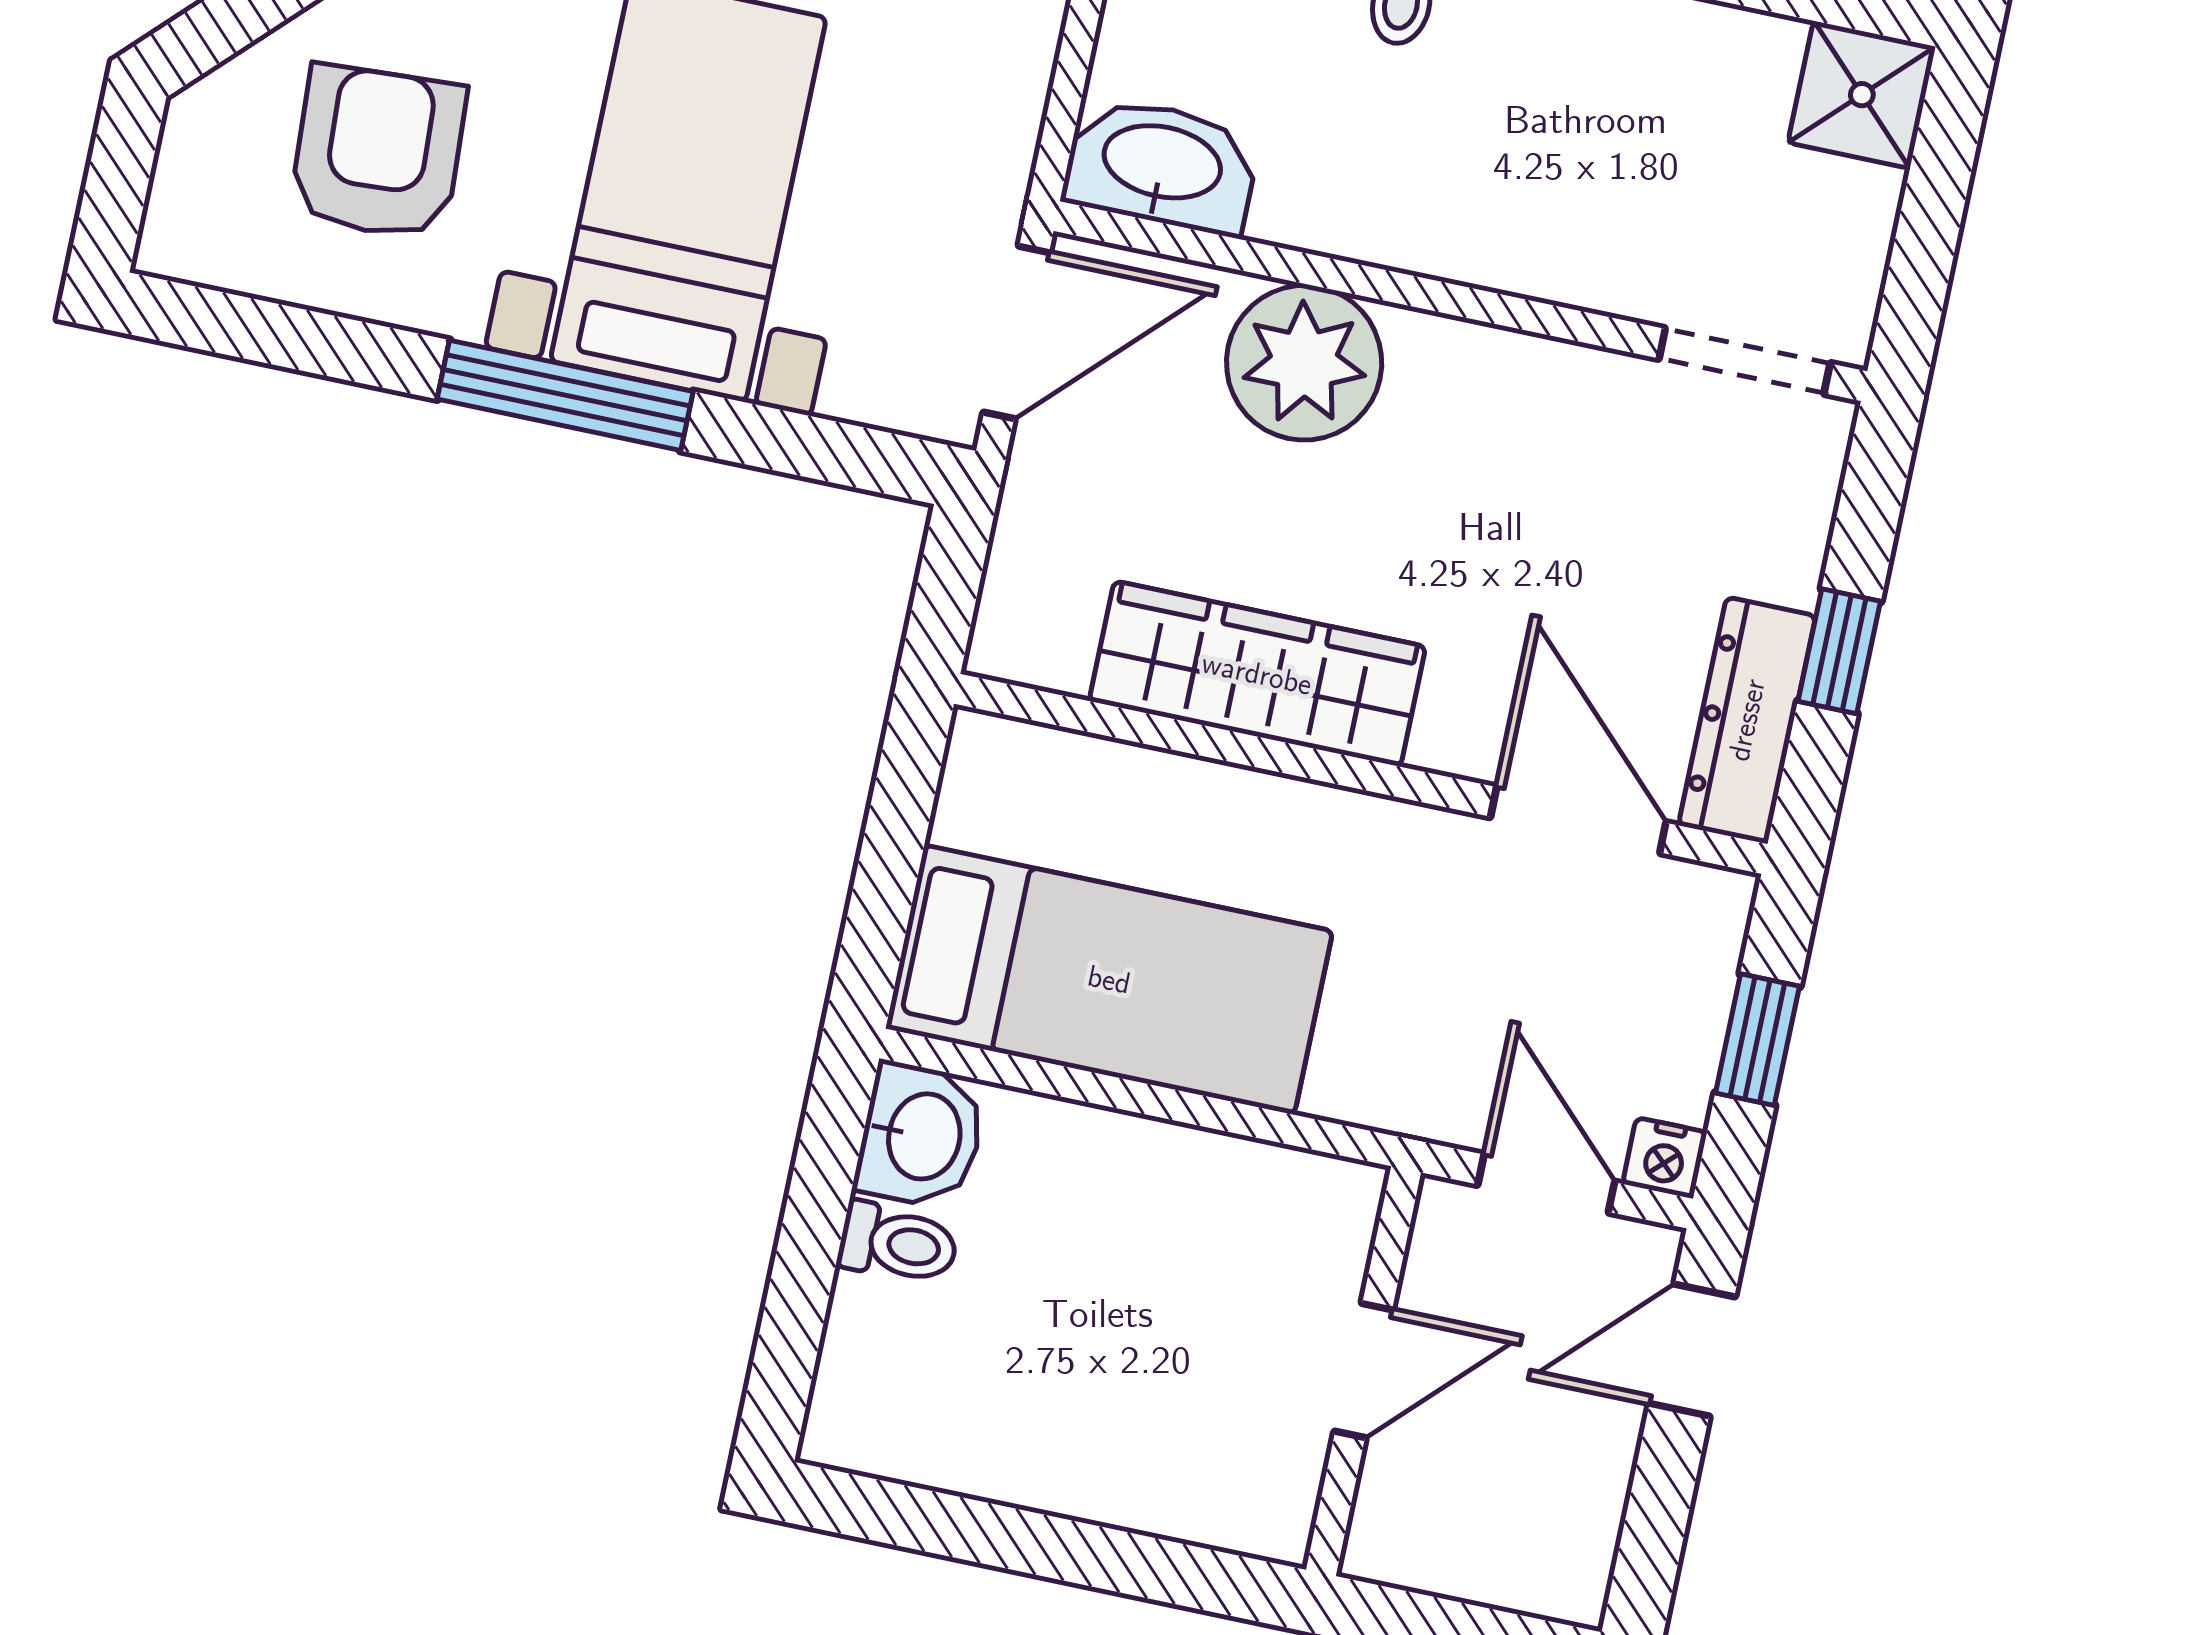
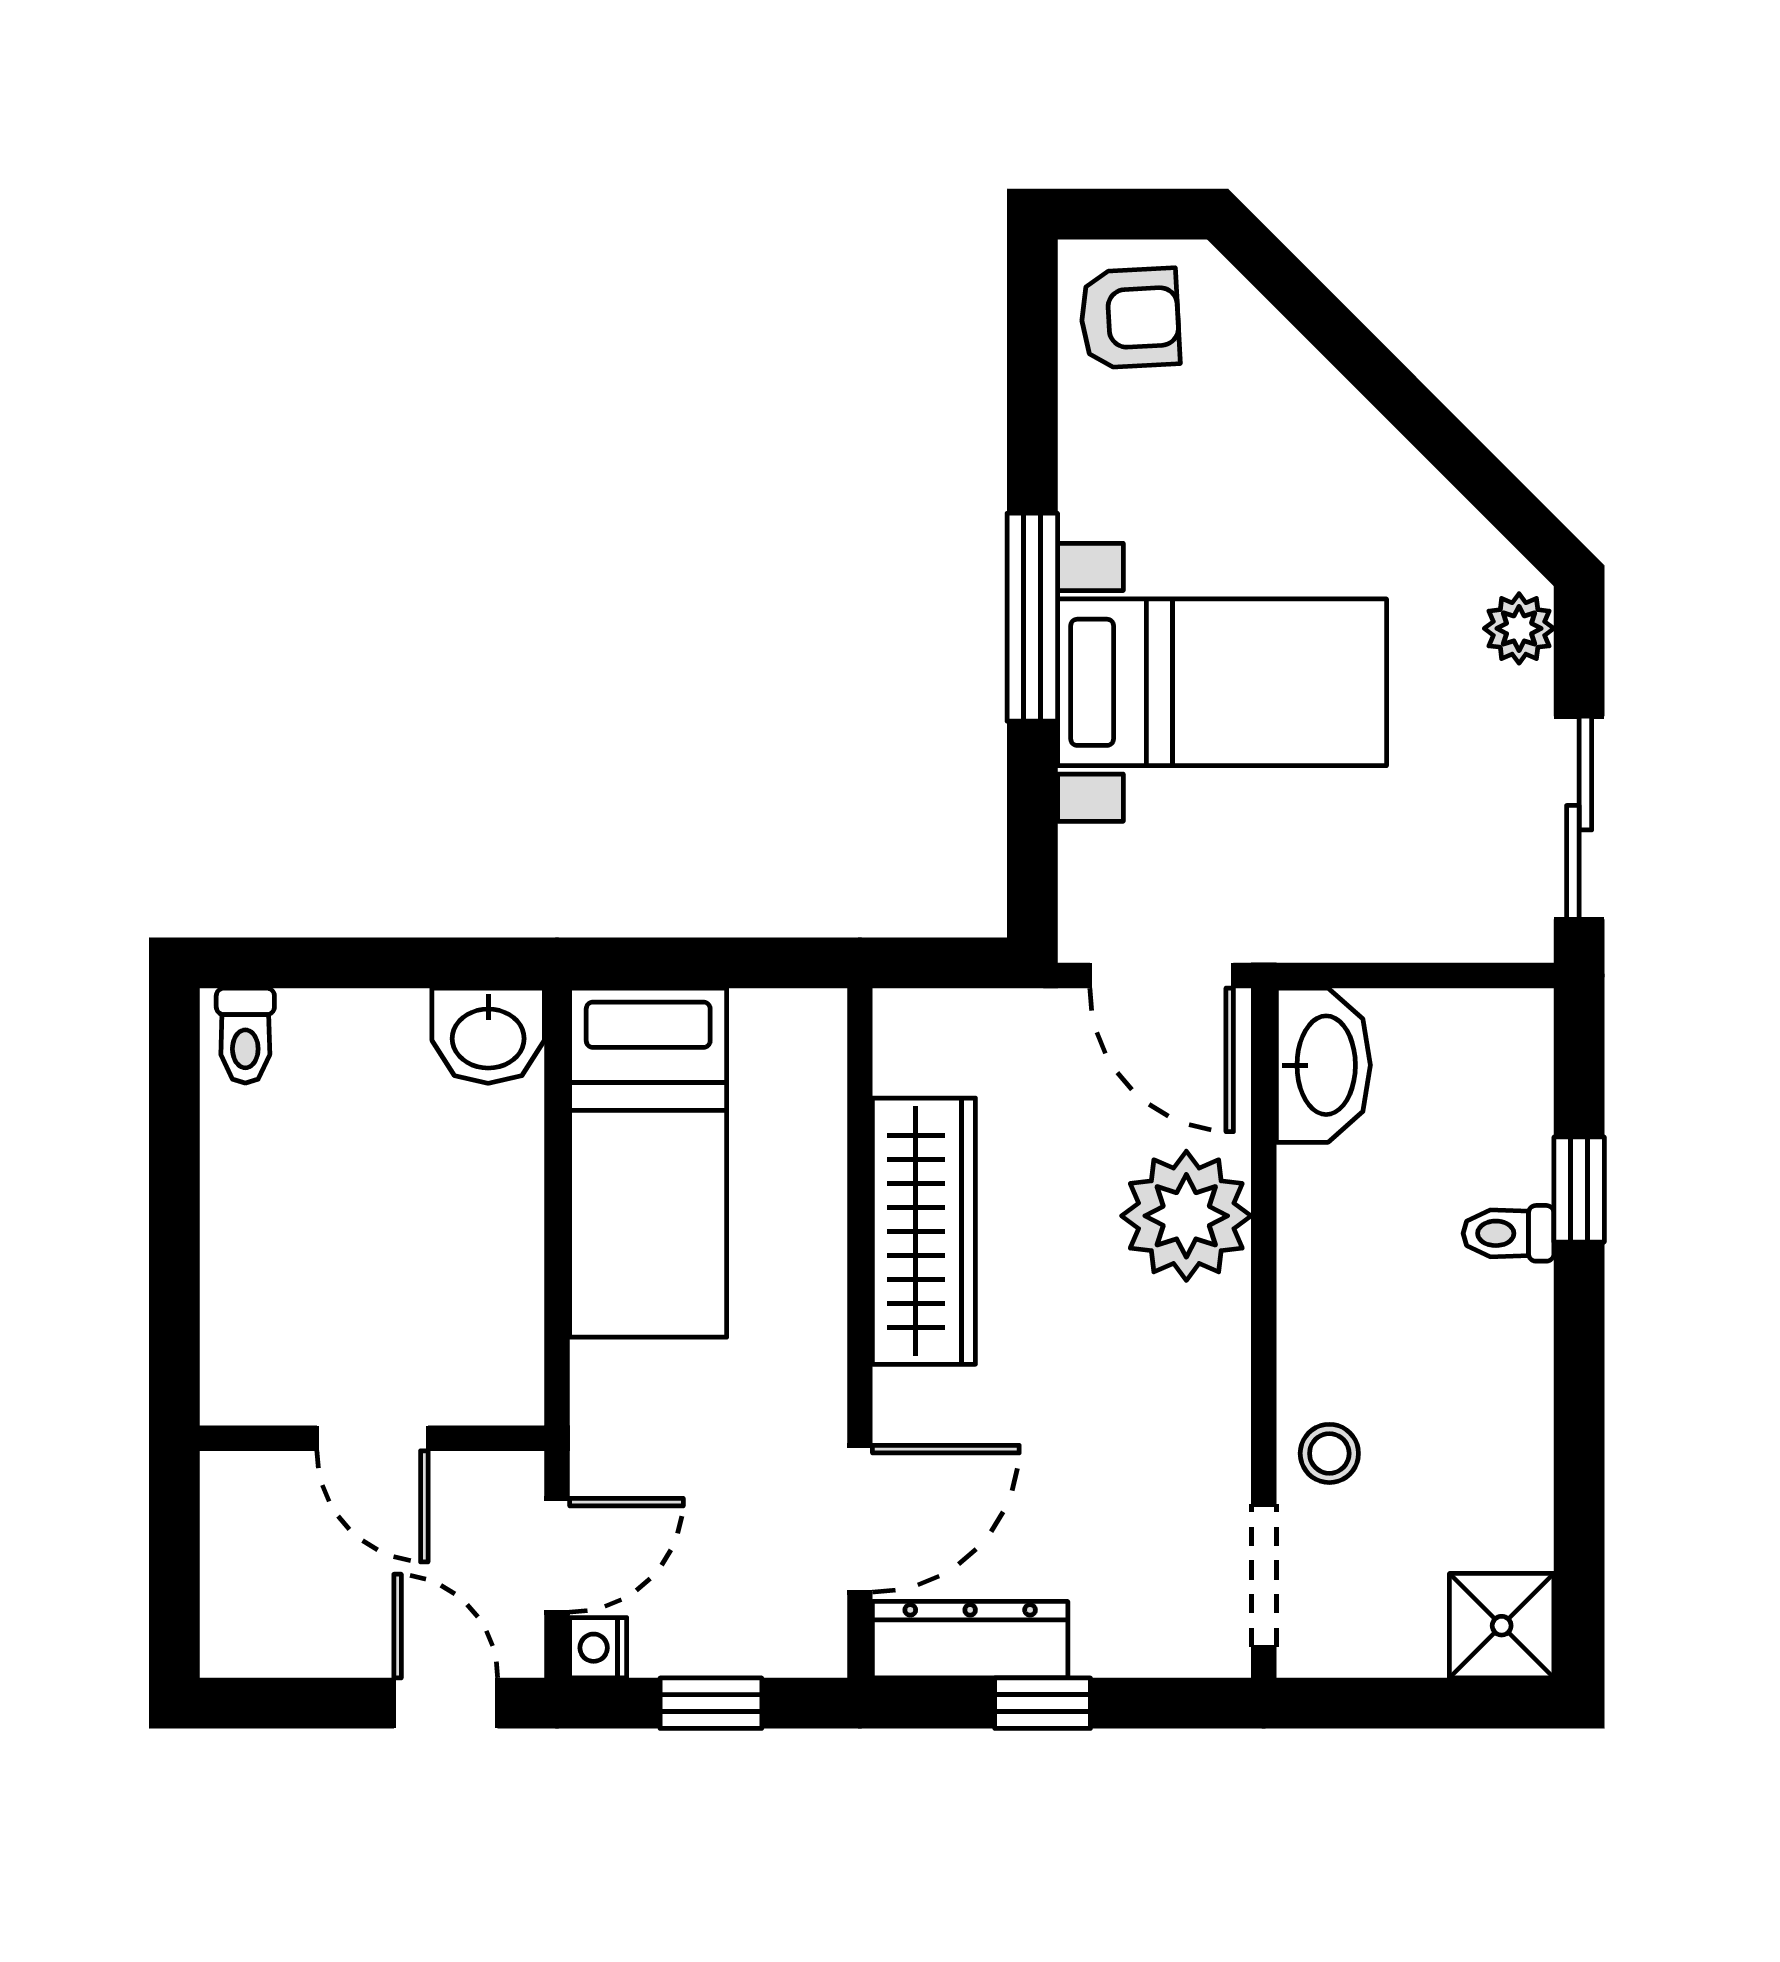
armchair: (378, 152) -> (1130, 318), moved, width x0.72, depth x0.72
stool: (1618, 254) -> (1329, 1453), added
toilet: (898, 1244) -> (245, 1036), moved

